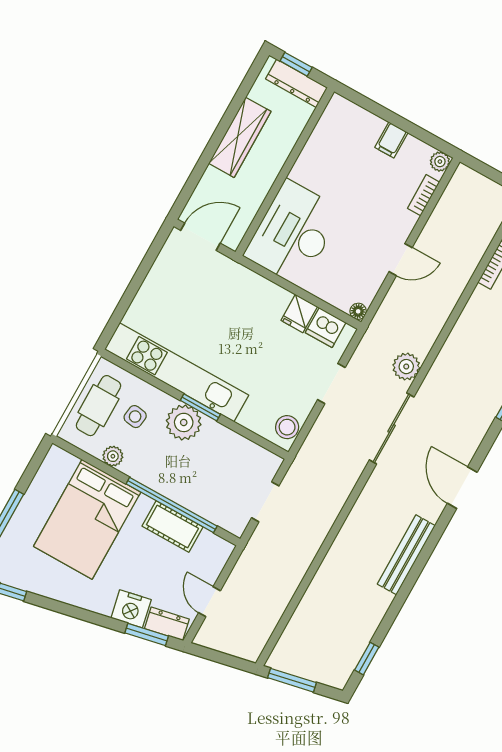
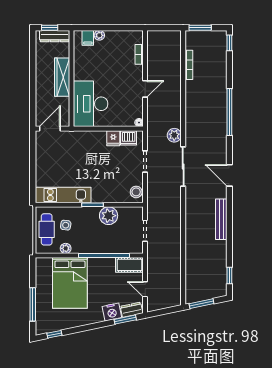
wardrobe: (240, 137) -> (62, 77), moved, turned 180
filing cabinet: (391, 140) -> (88, 38), moved
plant: (440, 162) -> (99, 35), moved
kitchen unit: (177, 372) -> (63, 195), width x0.73
plant: (184, 422) -> (109, 216), moved
cot: (172, 526) -> (129, 265), moved

